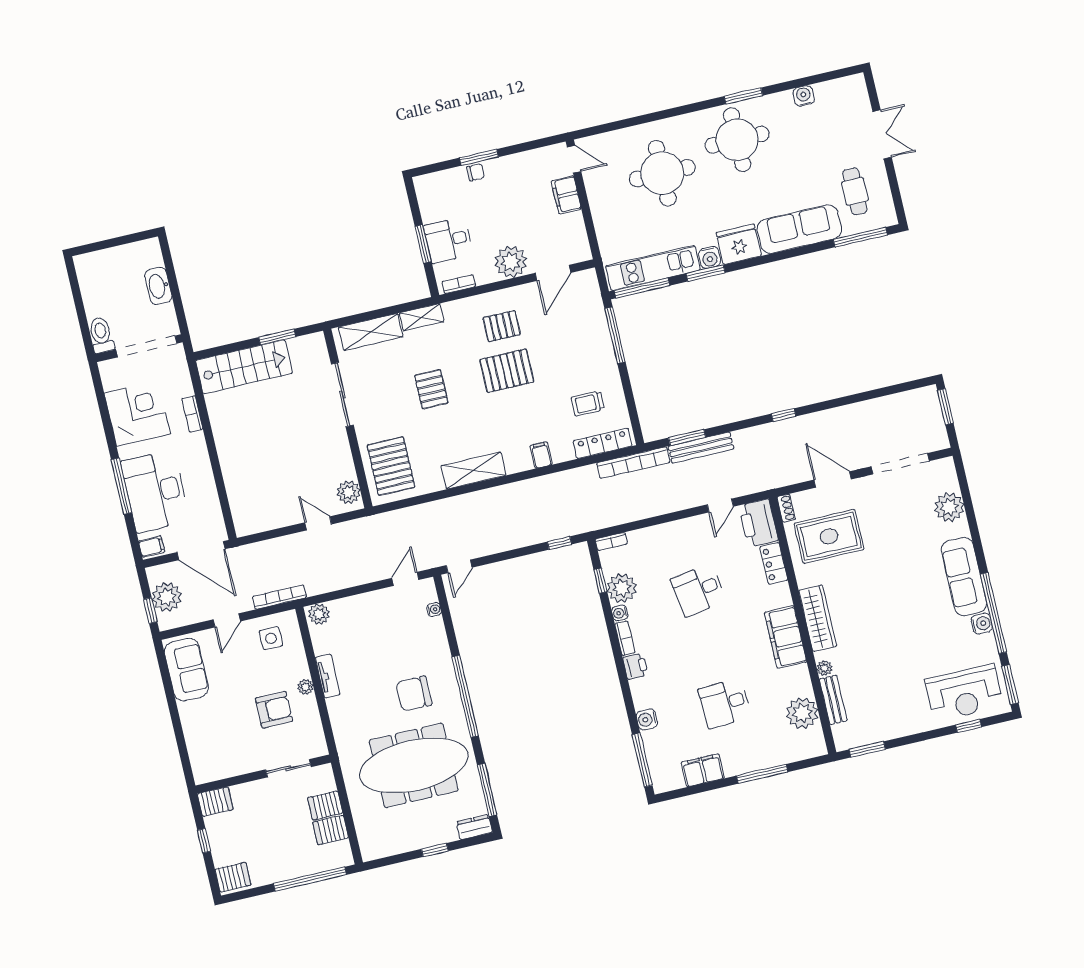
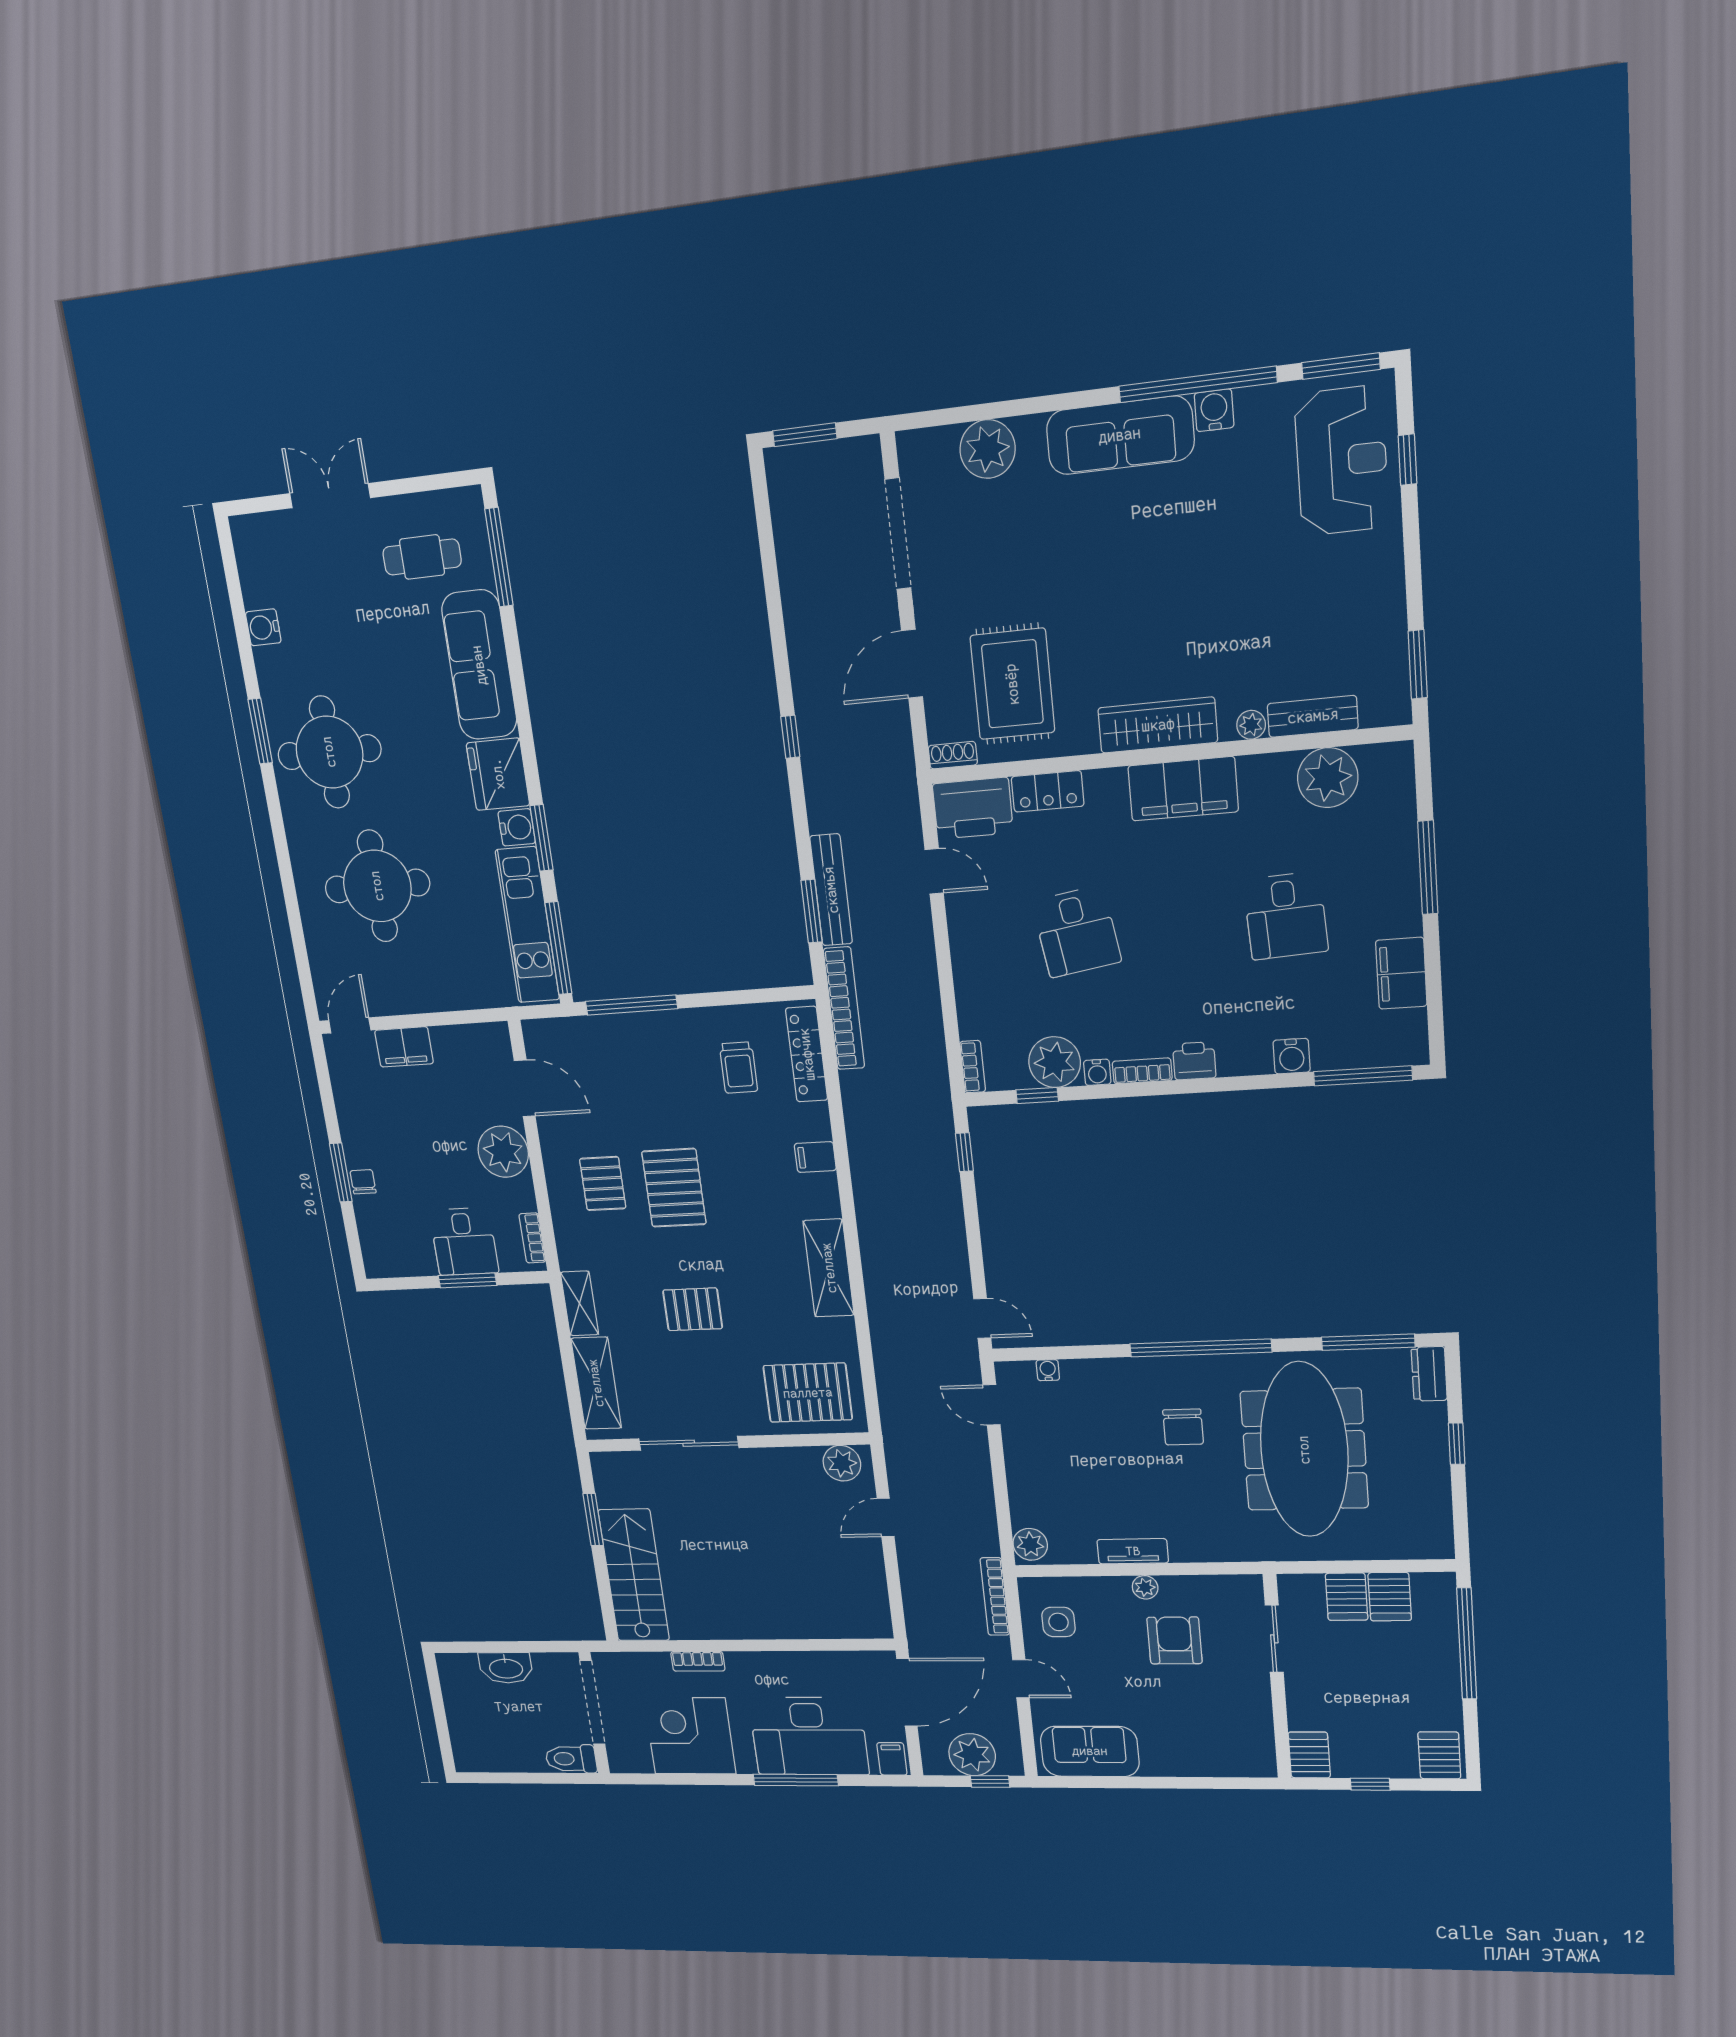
chair: (414, 694) -> (1183, 1427), width x0.73, depth x0.73

